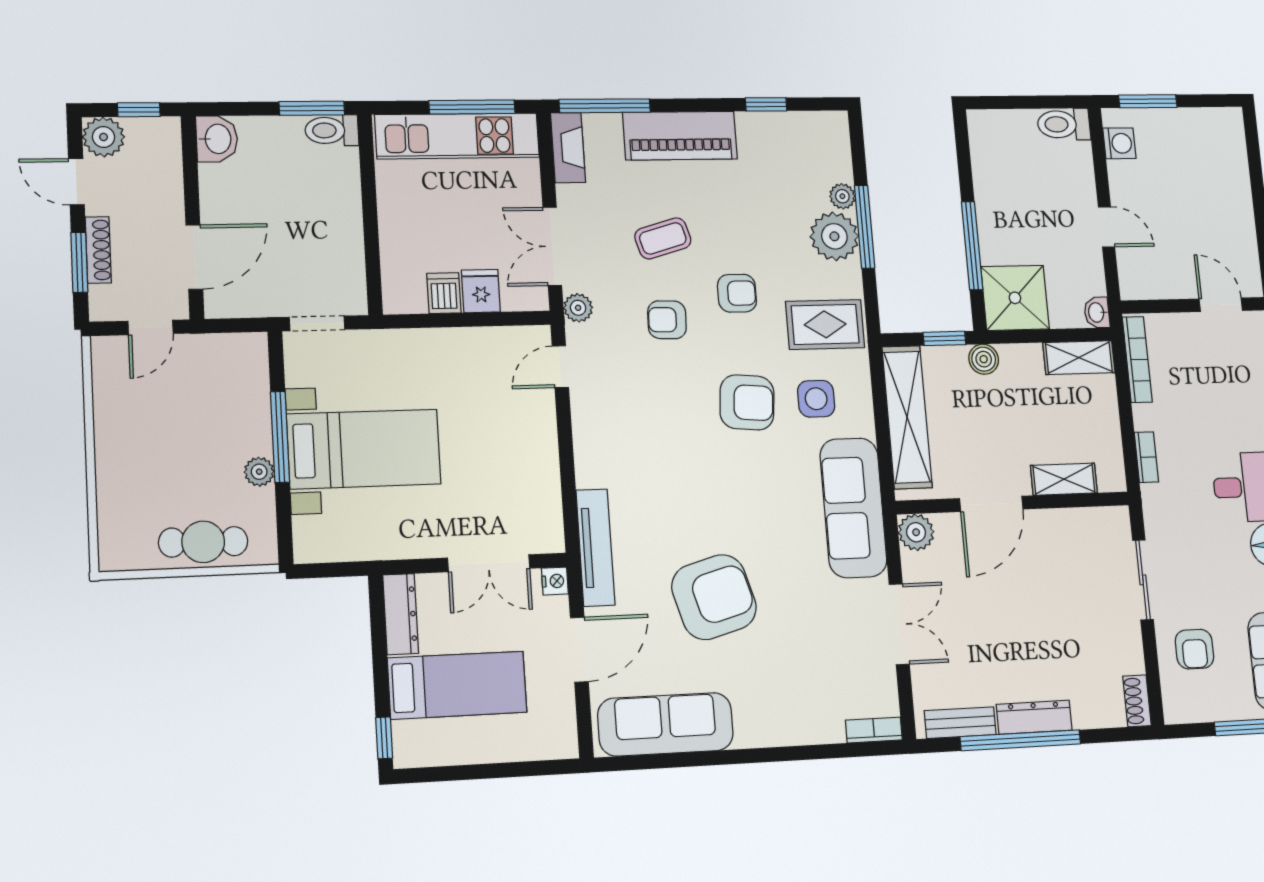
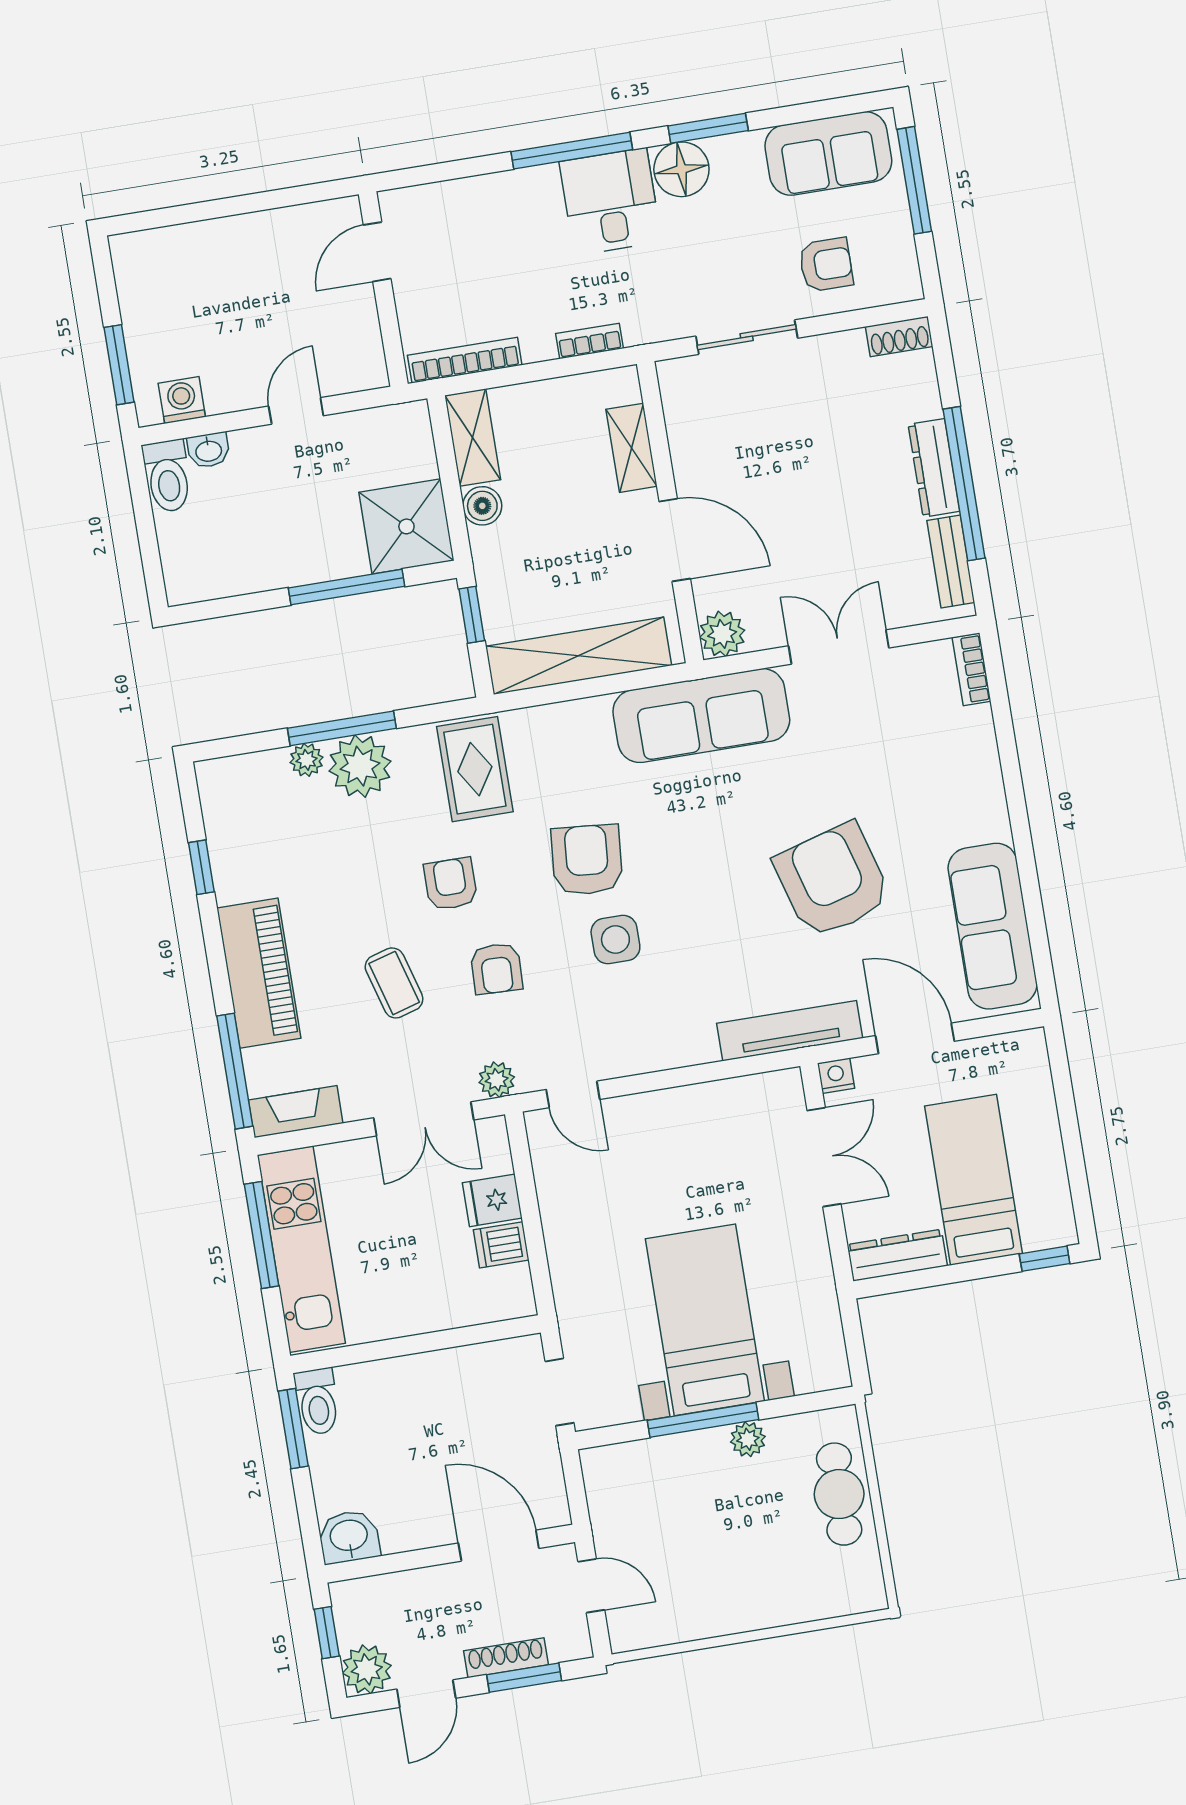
washbasin: (1097, 312) -> (209, 450), moved
boiler: (984, 359) -> (482, 506), moved
side table: (816, 399) -> (615, 940), moved

